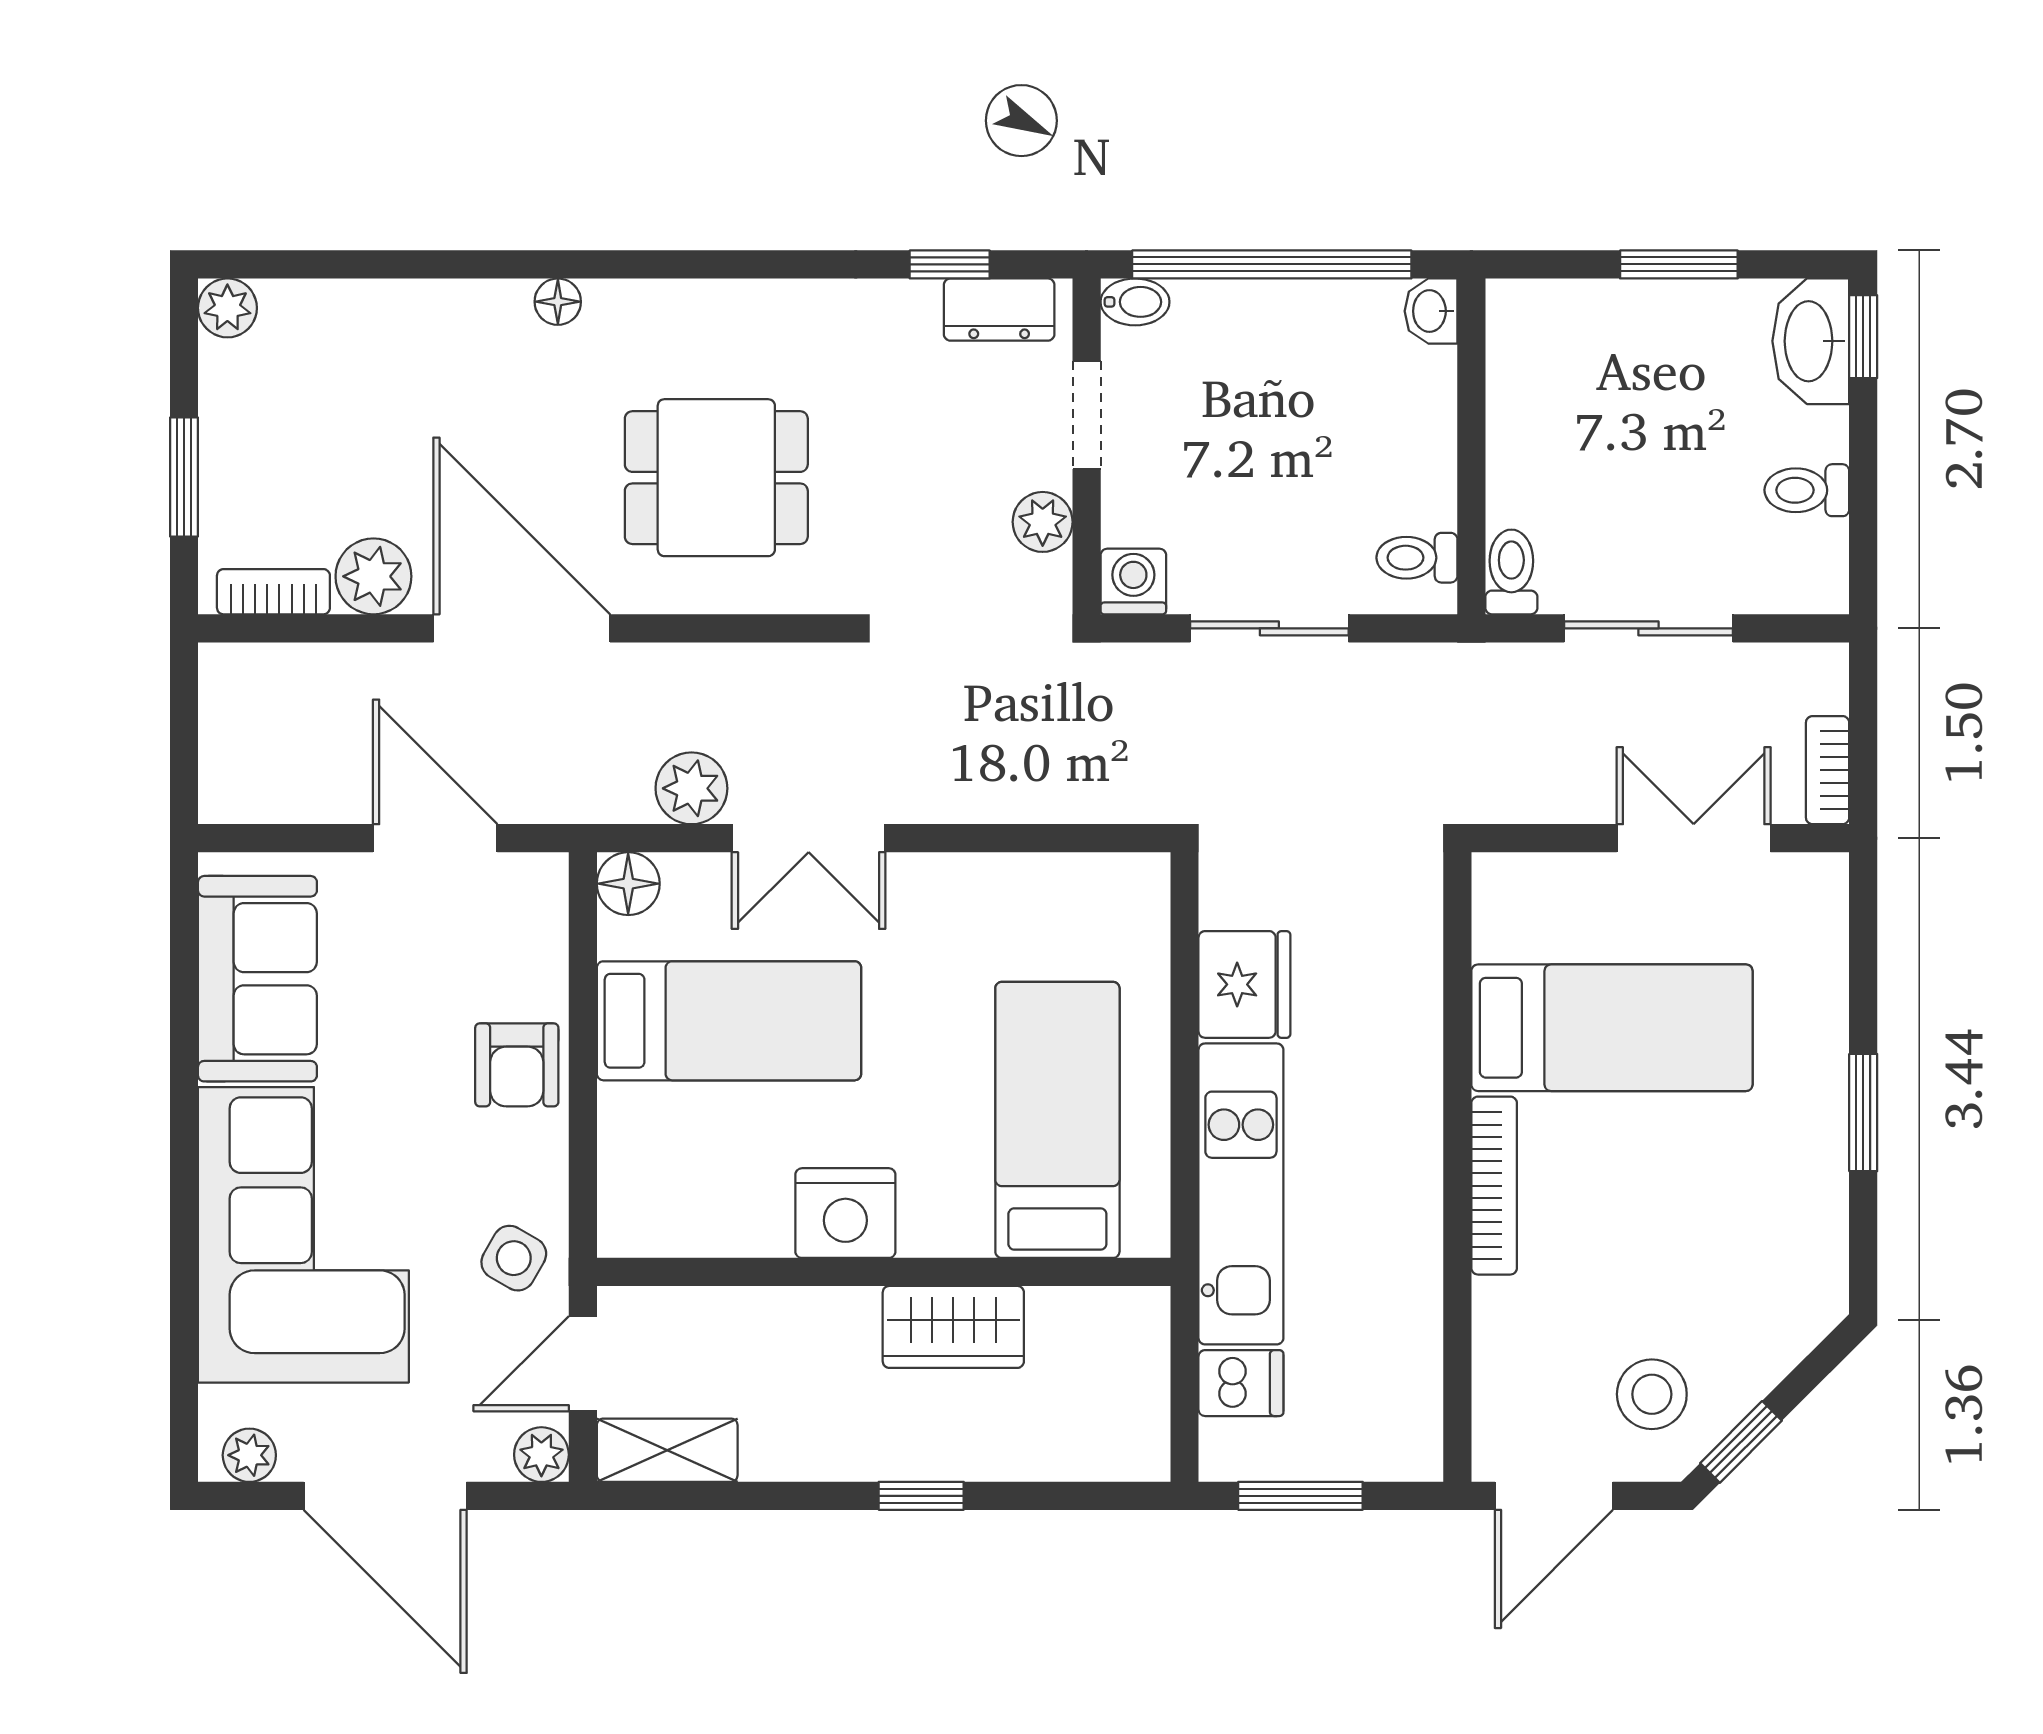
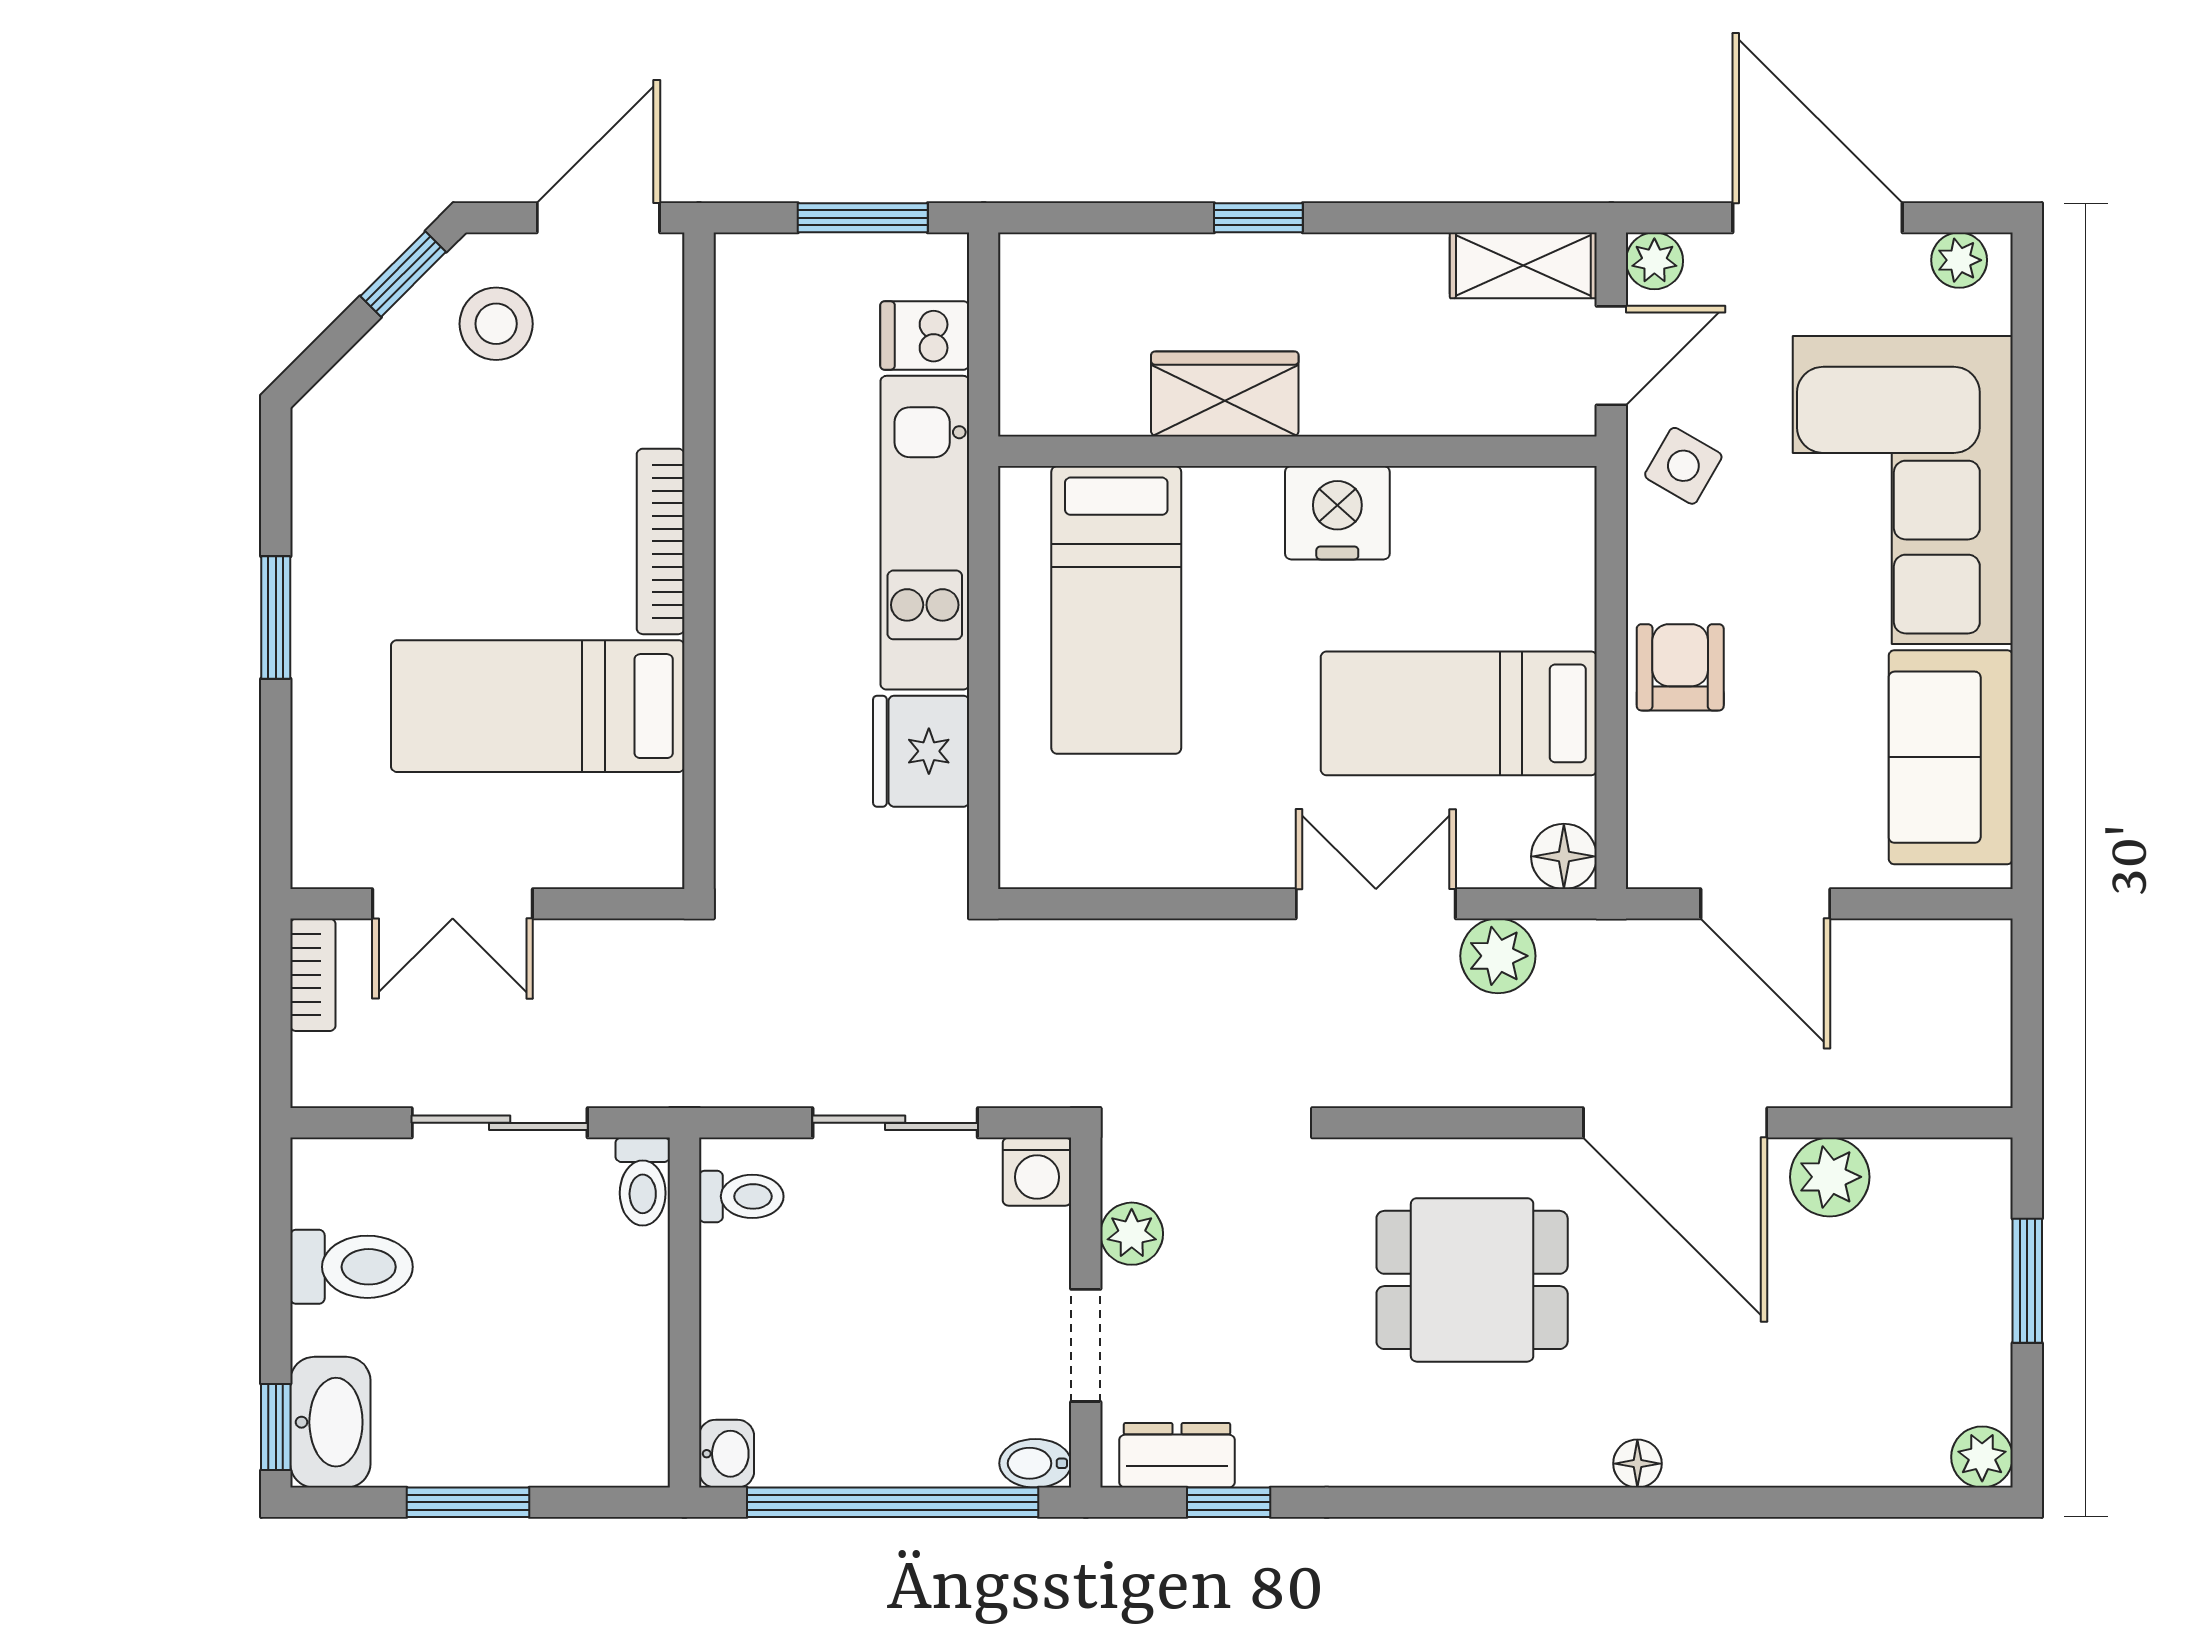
toilet: (1807, 490) -> (352, 1267), width x1.37, depth x1.39
bookcase: (273, 592) -> (1934, 1161), removed

